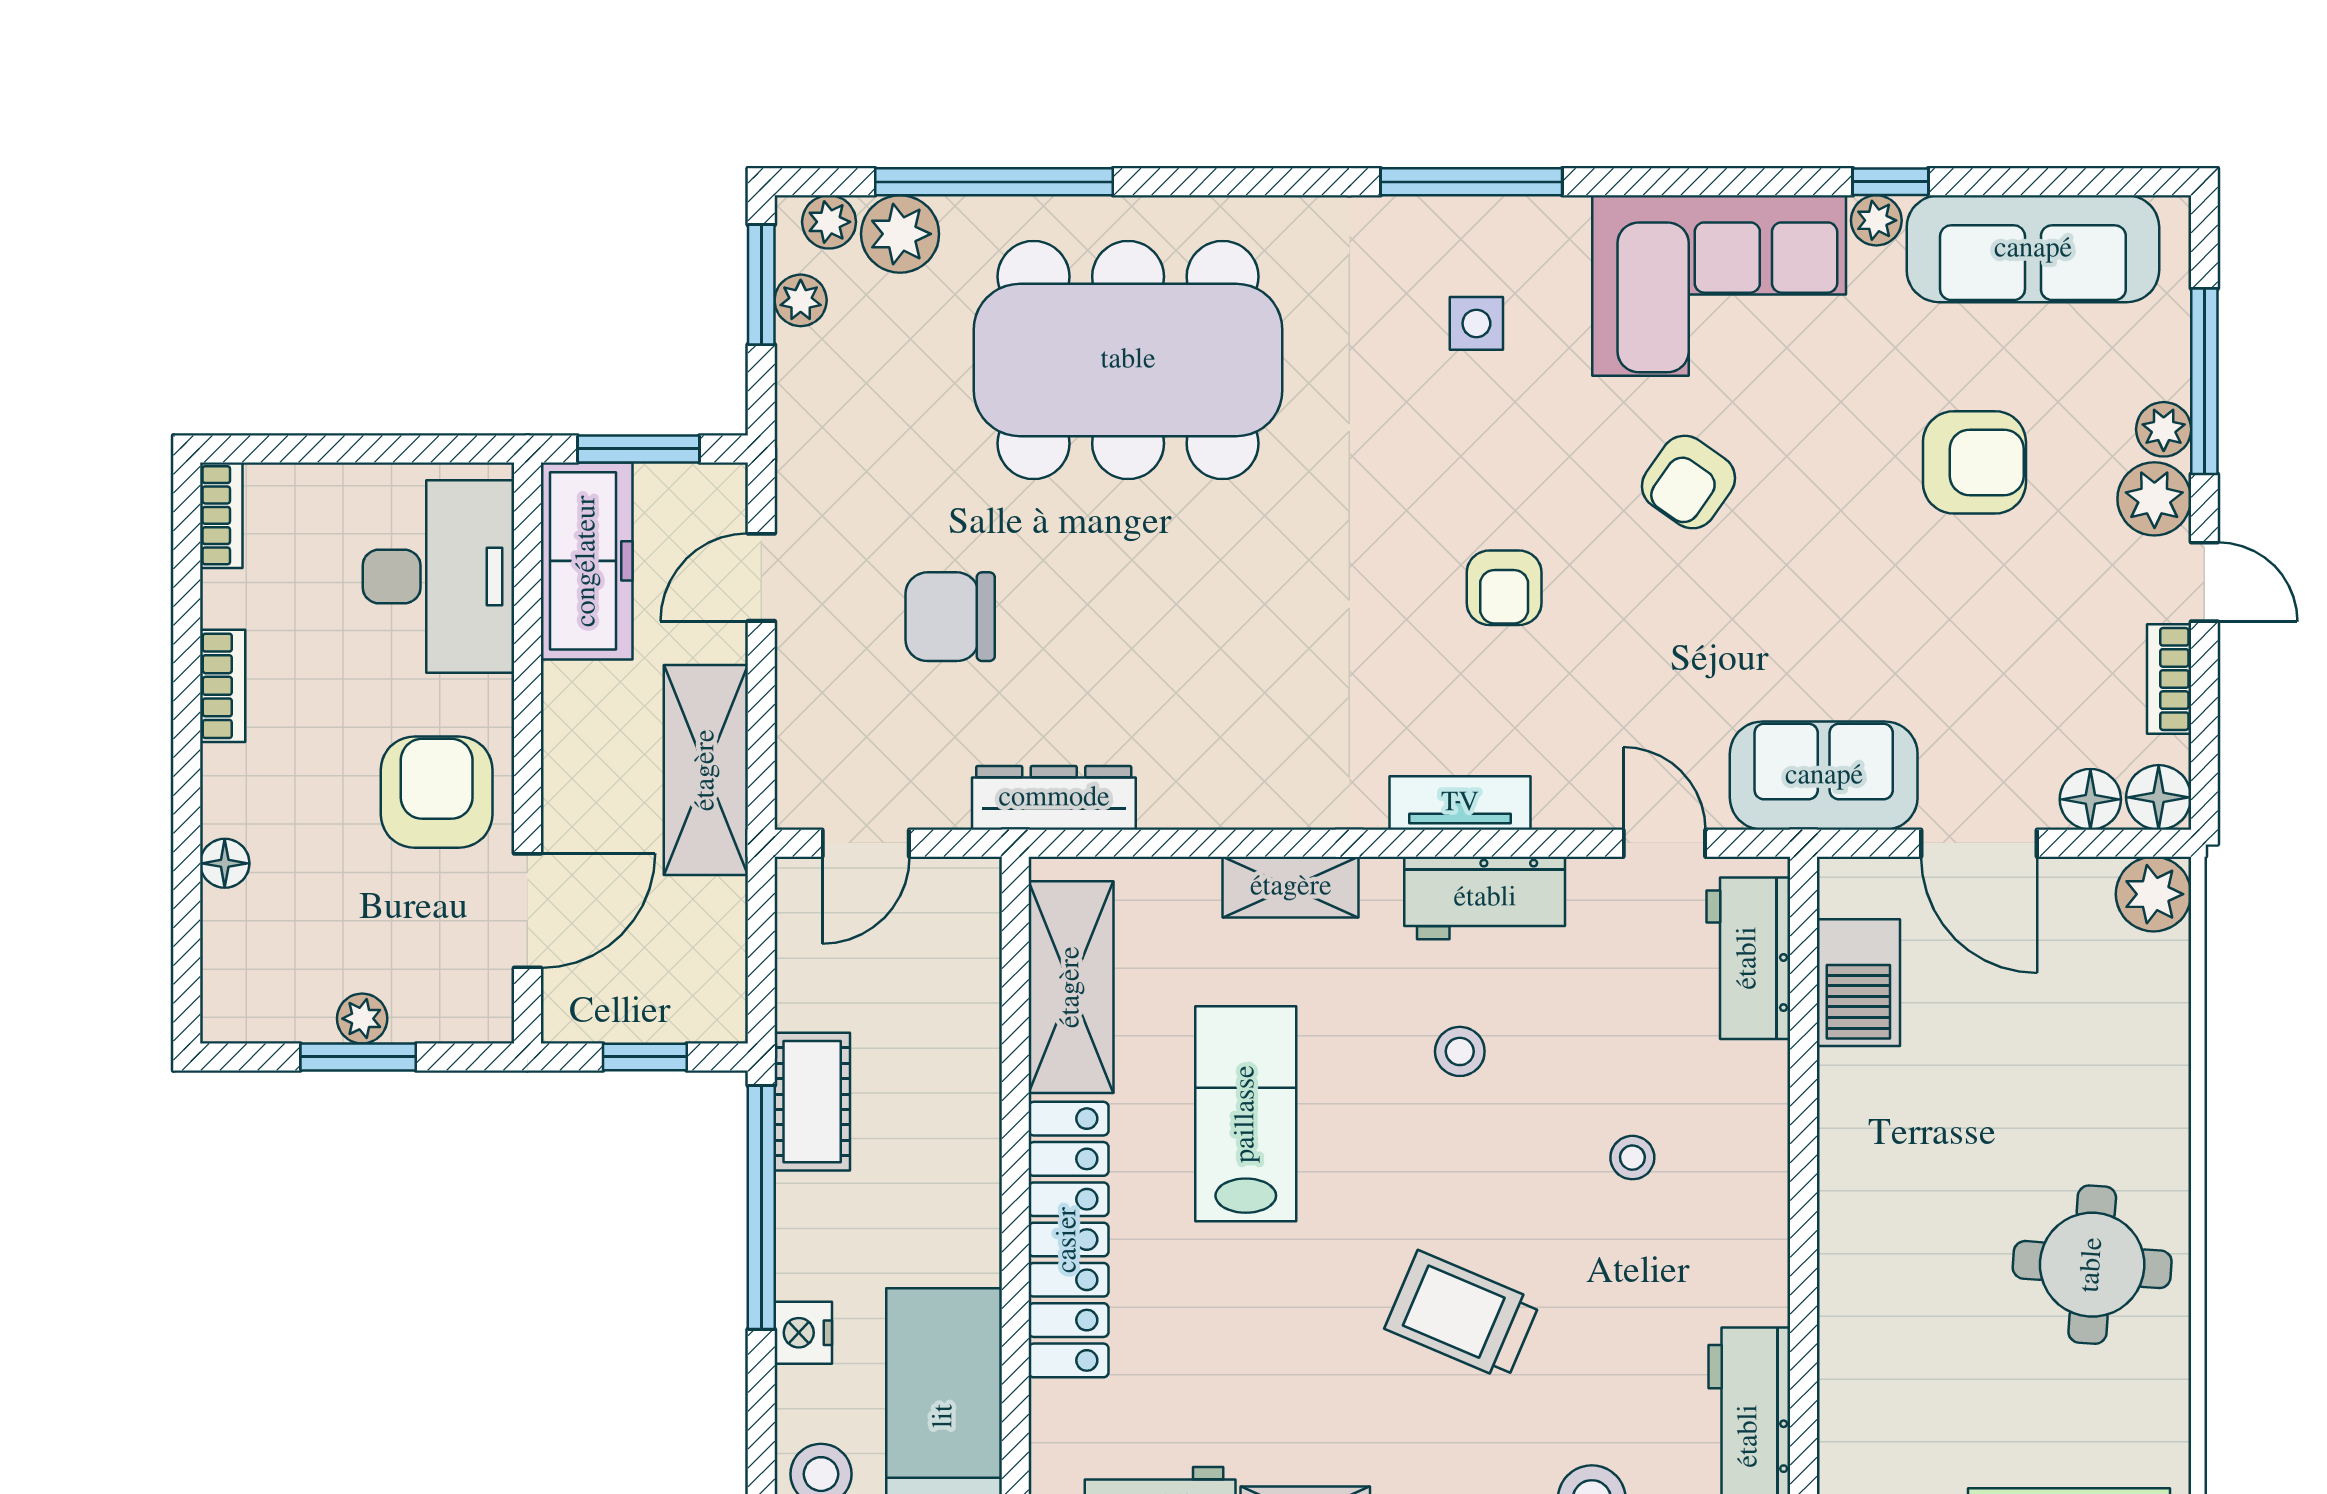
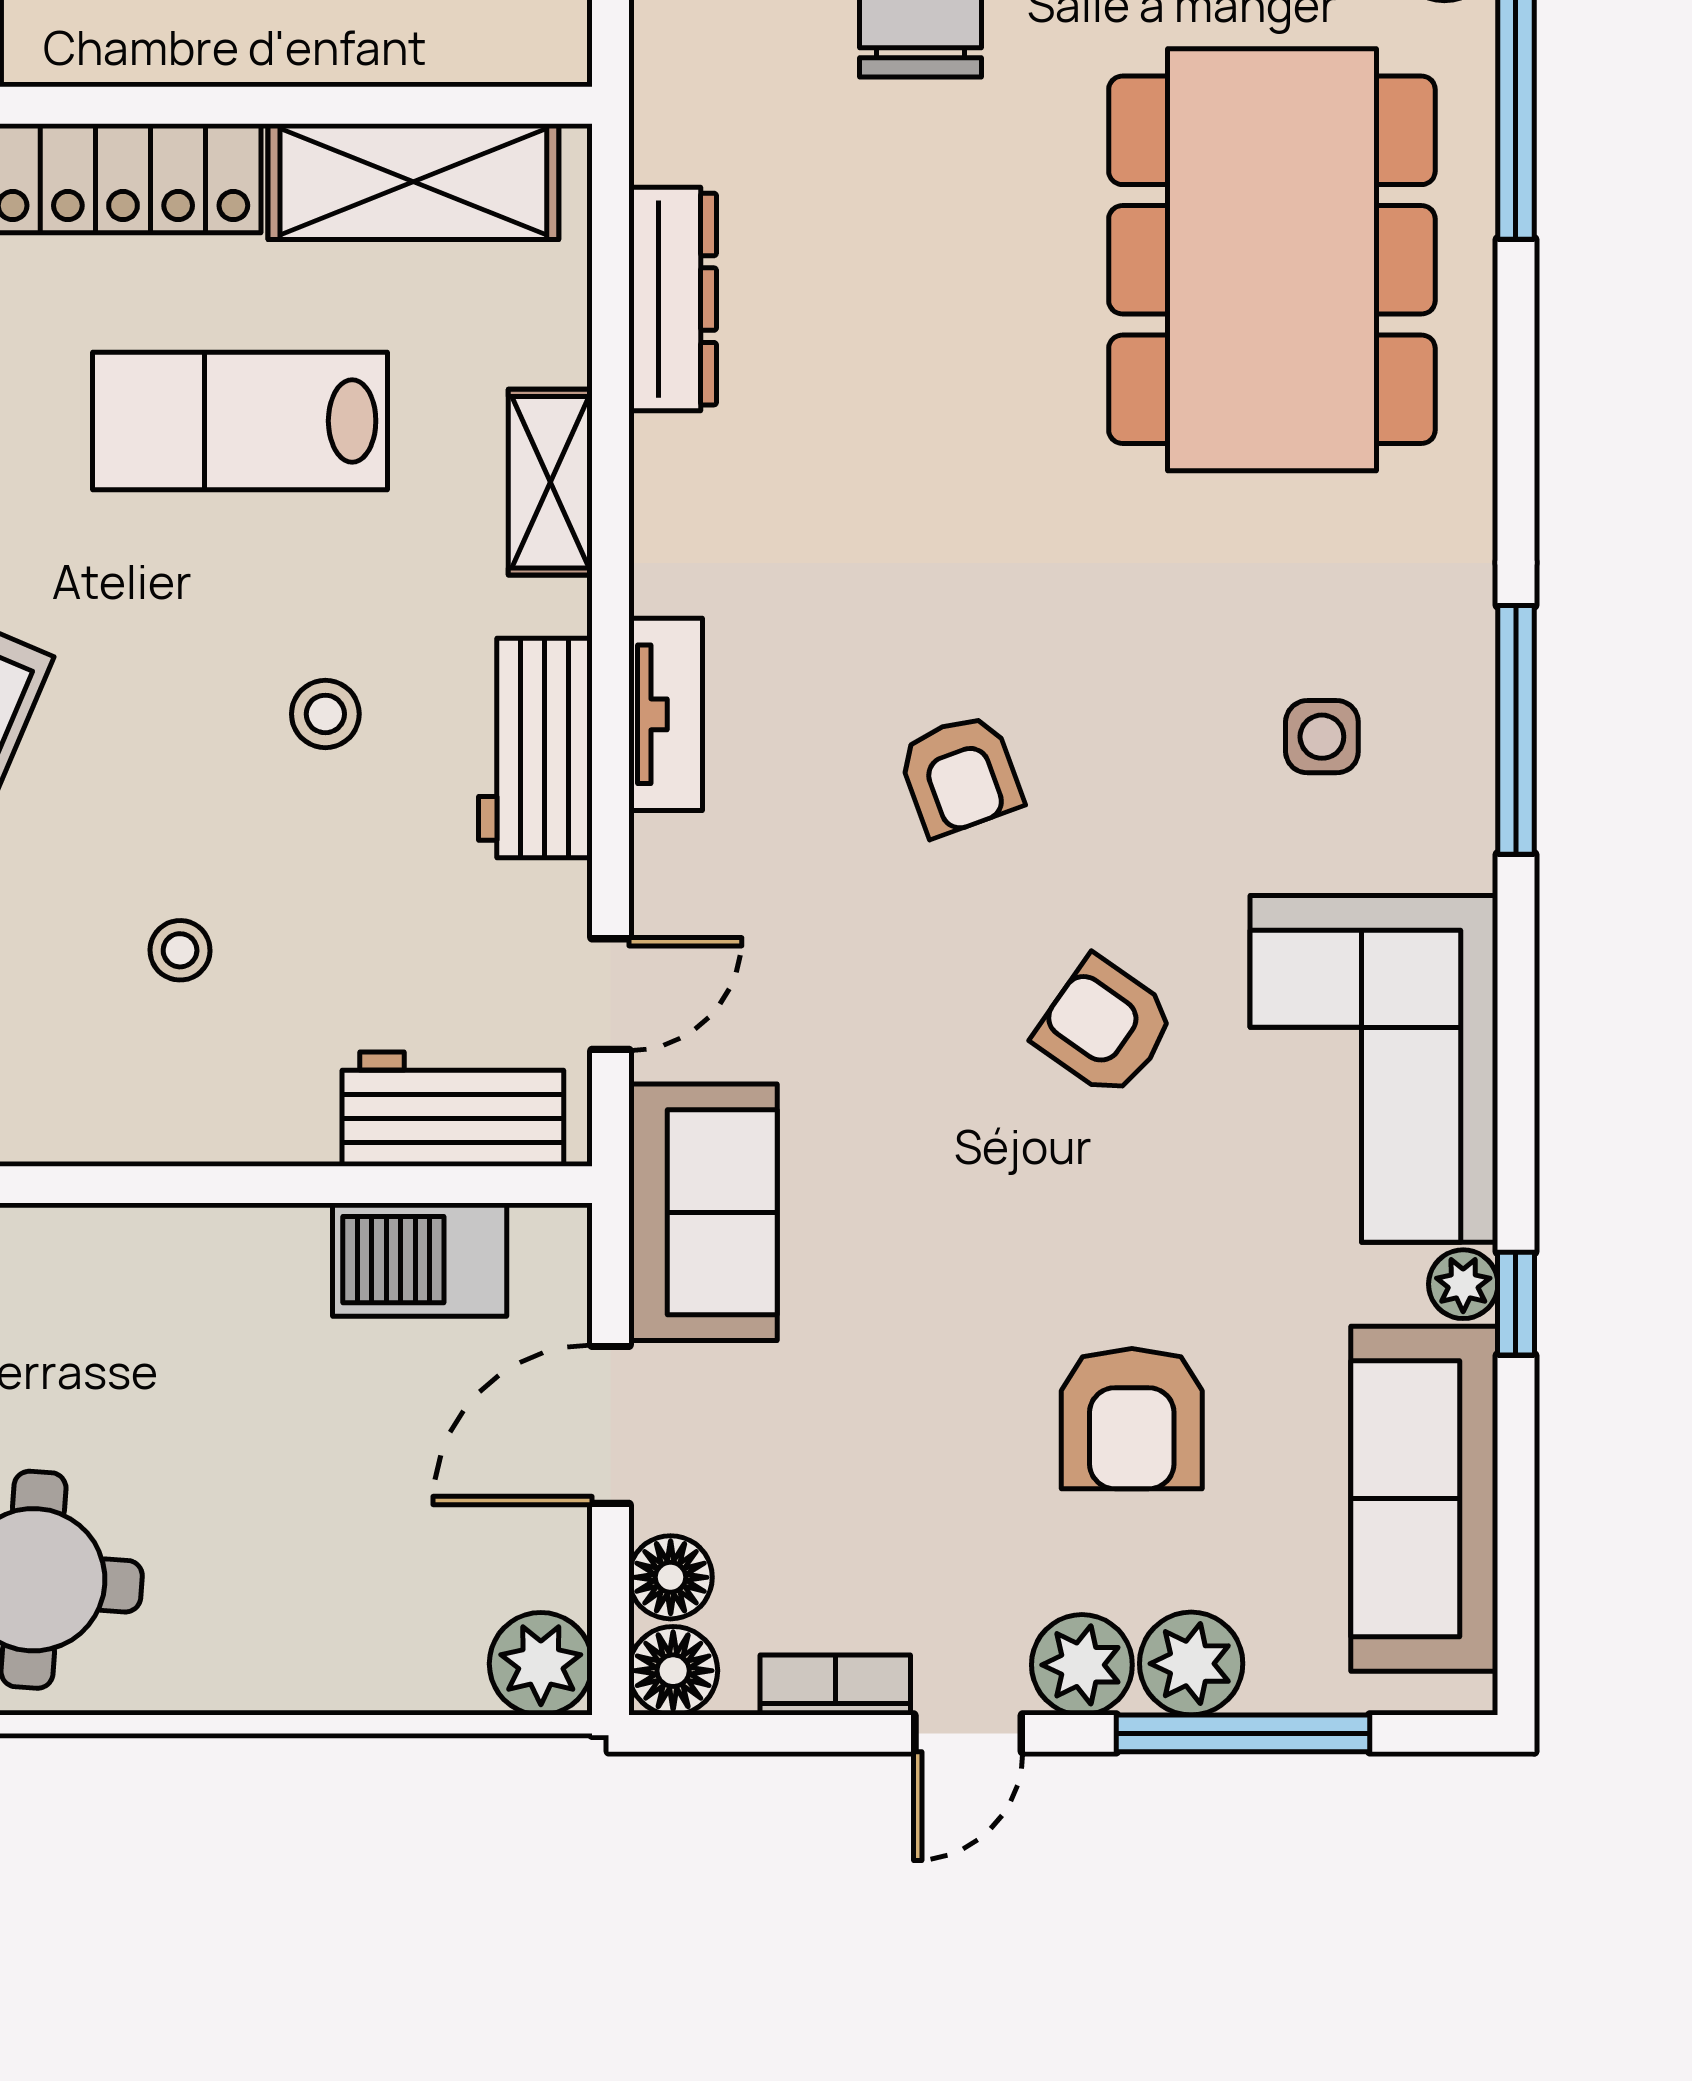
plant: (2164, 429) -> (1191, 1664), width x1.38, depth x1.38
armchair: (1504, 588) -> (960, 775), turned -110
dresser: (1054, 798) -> (673, 299), moved
lab bench: (1246, 1114) -> (240, 421), turned 180

